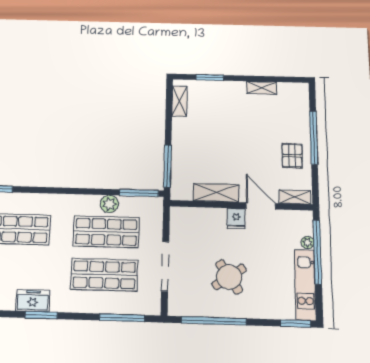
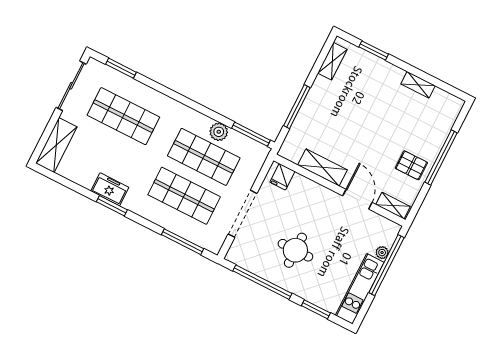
pallet: (292, 156) -> (411, 165), turned 90
window: (168, 166) -> (297, 107), moved
fridge: (236, 218) -> (282, 177), moved
round table: (229, 277) -> (295, 250), turned 34
window: (296, 323) -> (316, 309), moved

